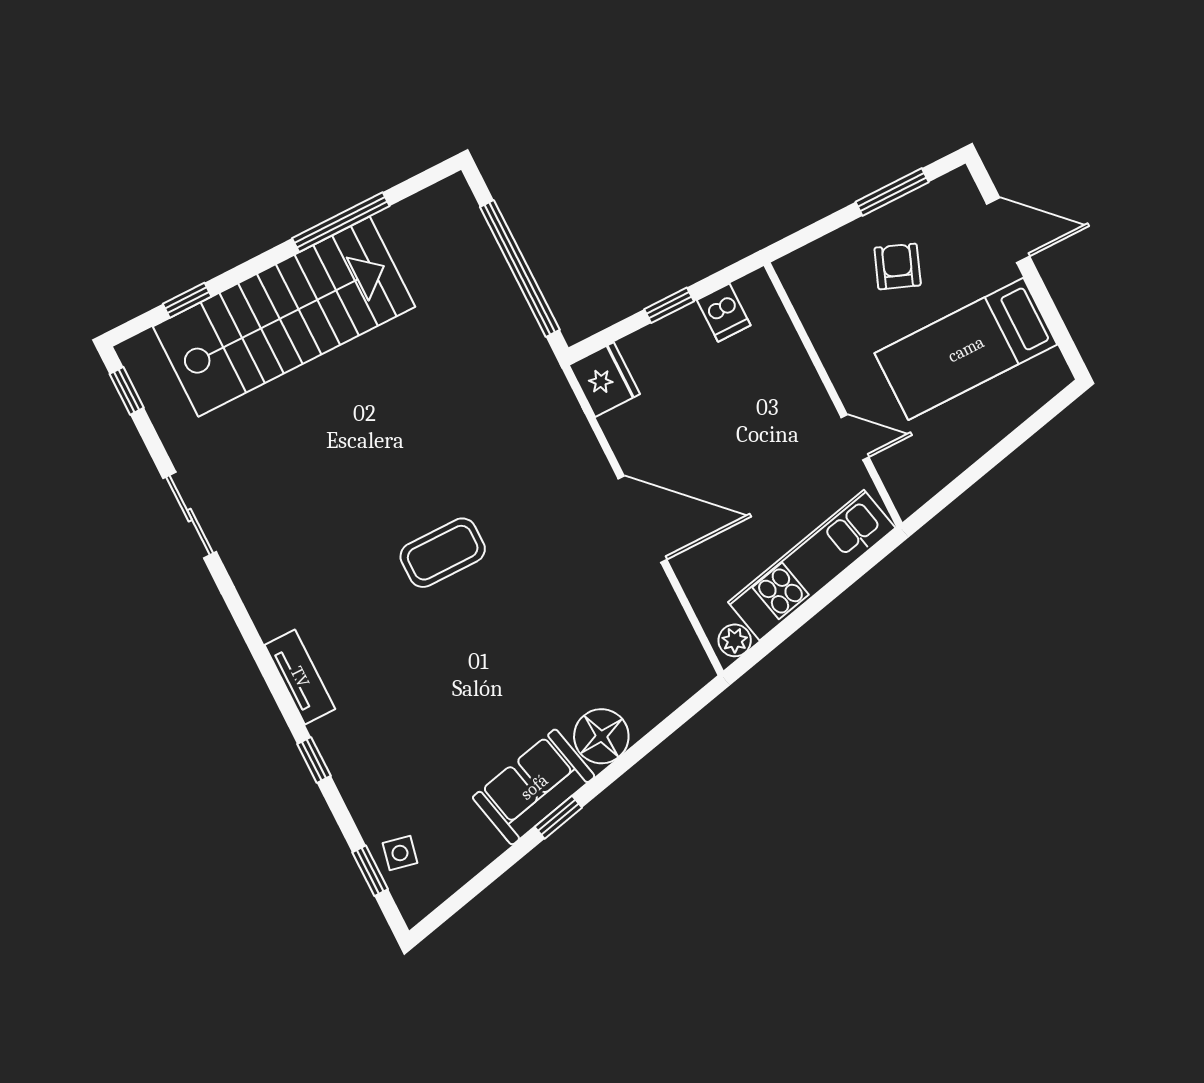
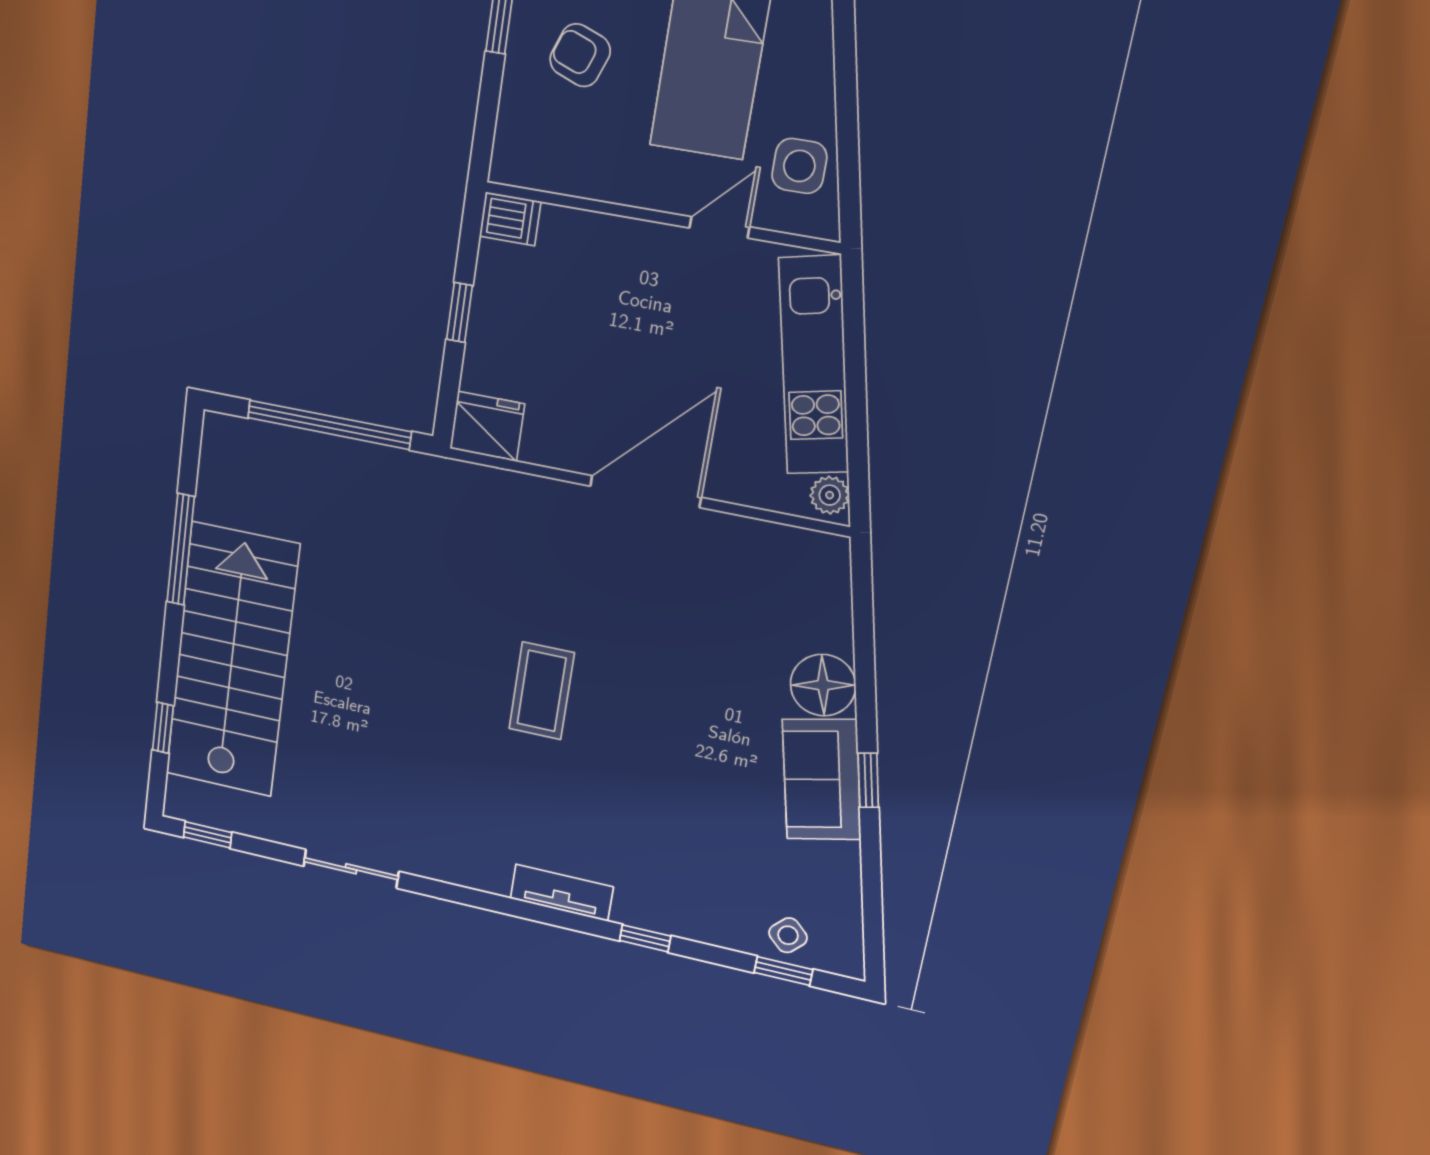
dishwasher: (724, 313) -> (510, 219), moved
side table: (931, 459) -> (799, 166), added
side table: (400, 853) -> (788, 935), turned 32

